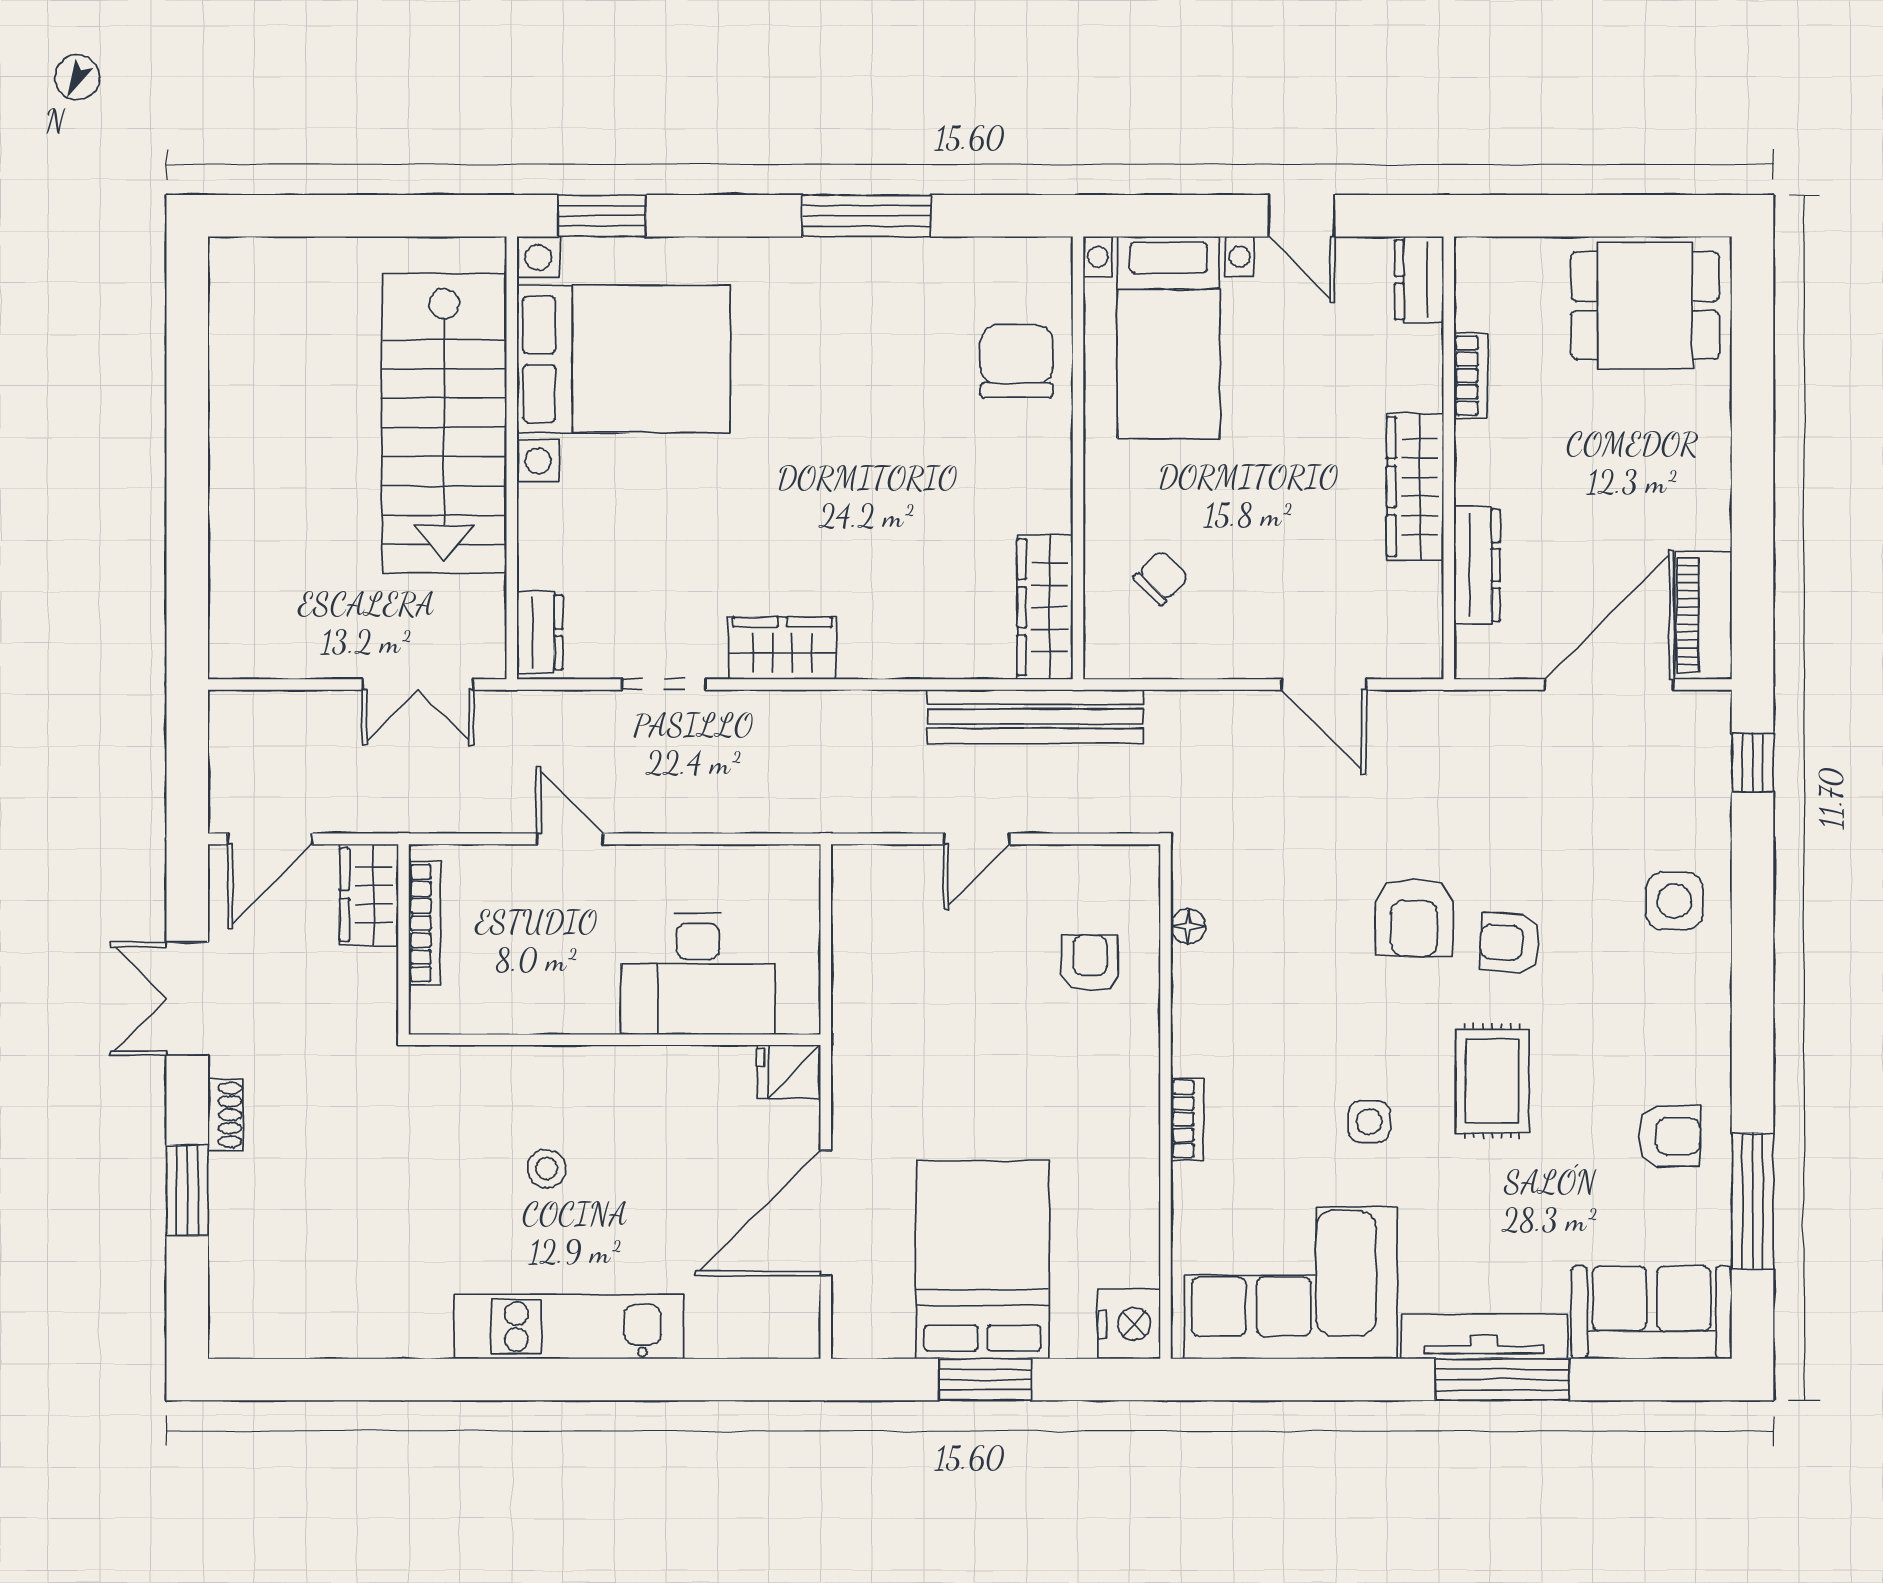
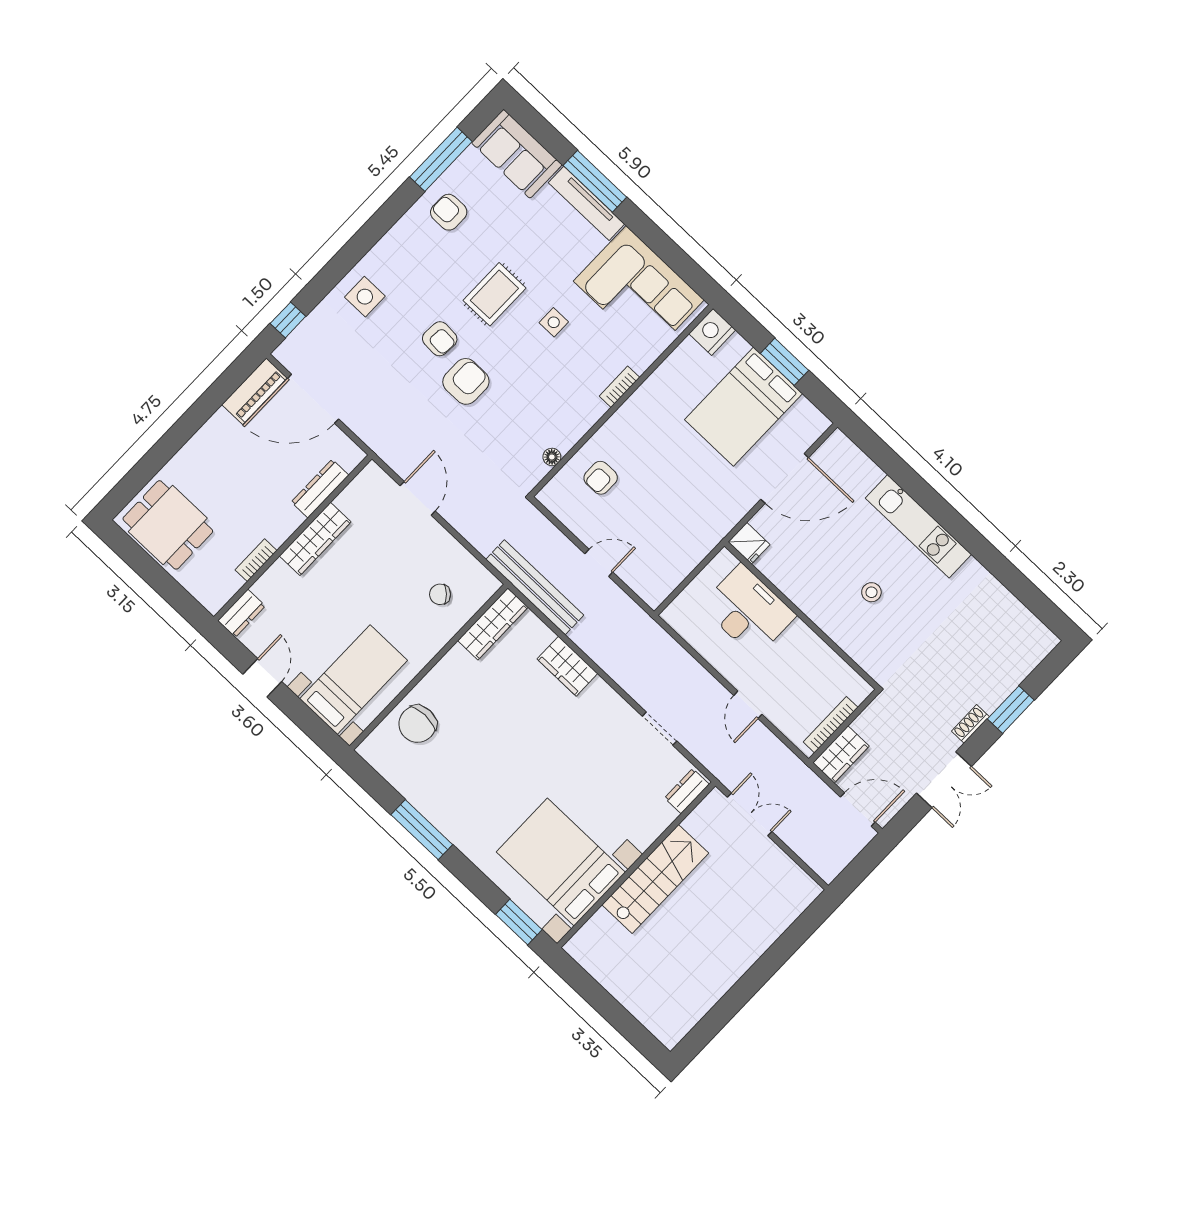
stairs: (444, 424) -> (655, 879), width x0.73, depth x0.66
wardrobe: (782, 648) -> (567, 666), moved

